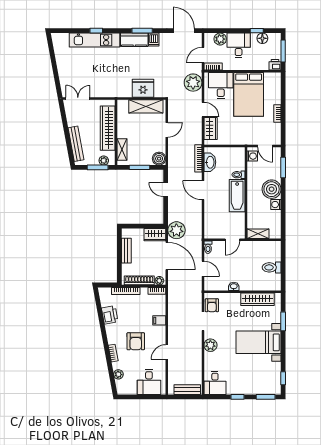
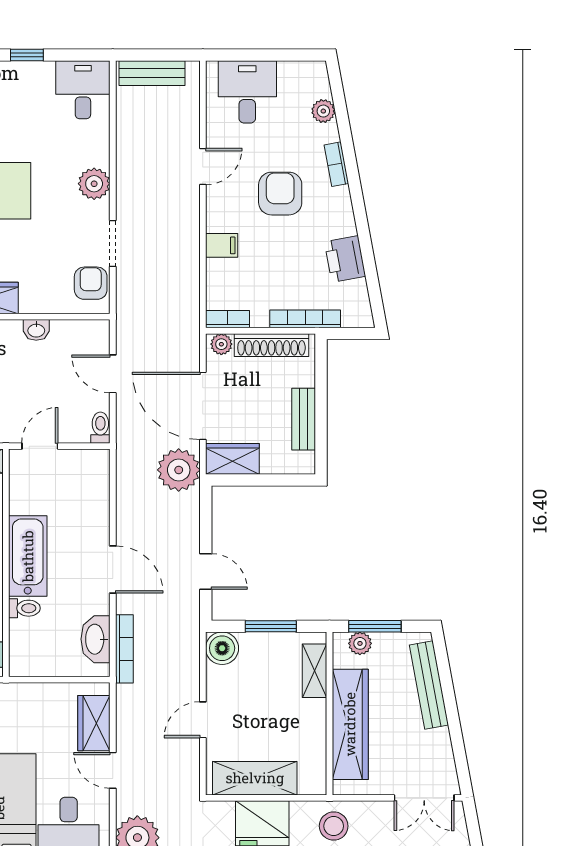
stool: (114, 87) -> (334, 826), added

